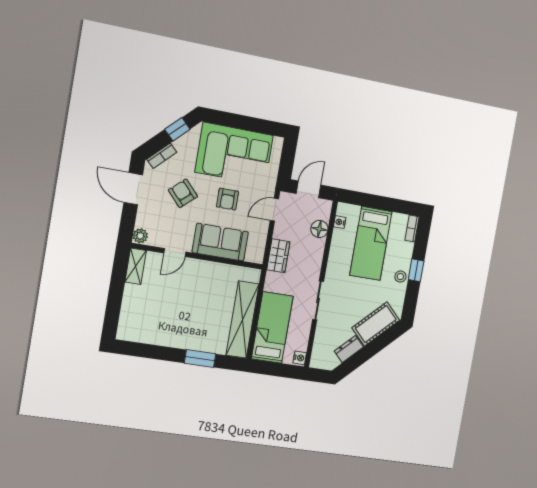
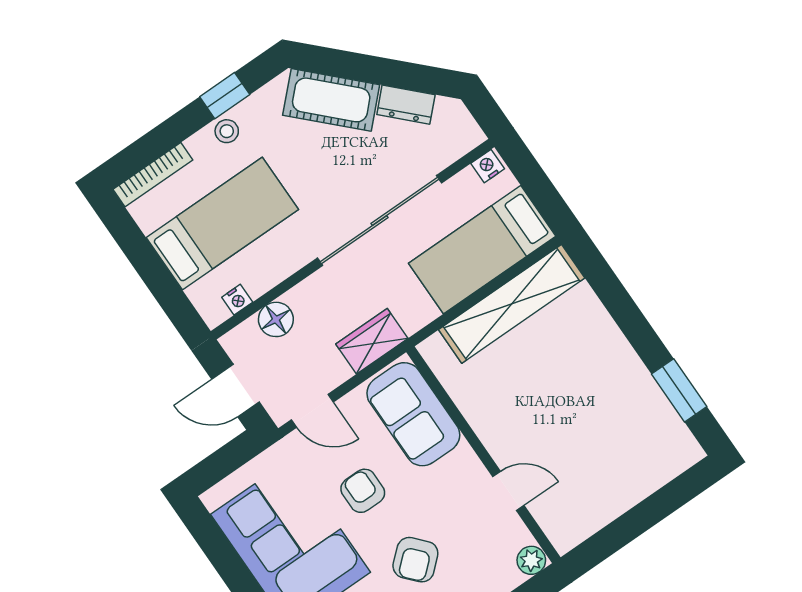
armchair: (228, 199) -> (363, 491), turned -90
bookcase: (412, 229) -> (153, 175), width x1.56
sofa: (220, 242) -> (413, 414), moved
shelving: (136, 266) -> (579, 526), removed
window: (416, 270) -> (225, 96), moved
sliding door: (318, 300) -> (379, 221), width x1.86
window: (200, 358) -> (679, 390), moved

